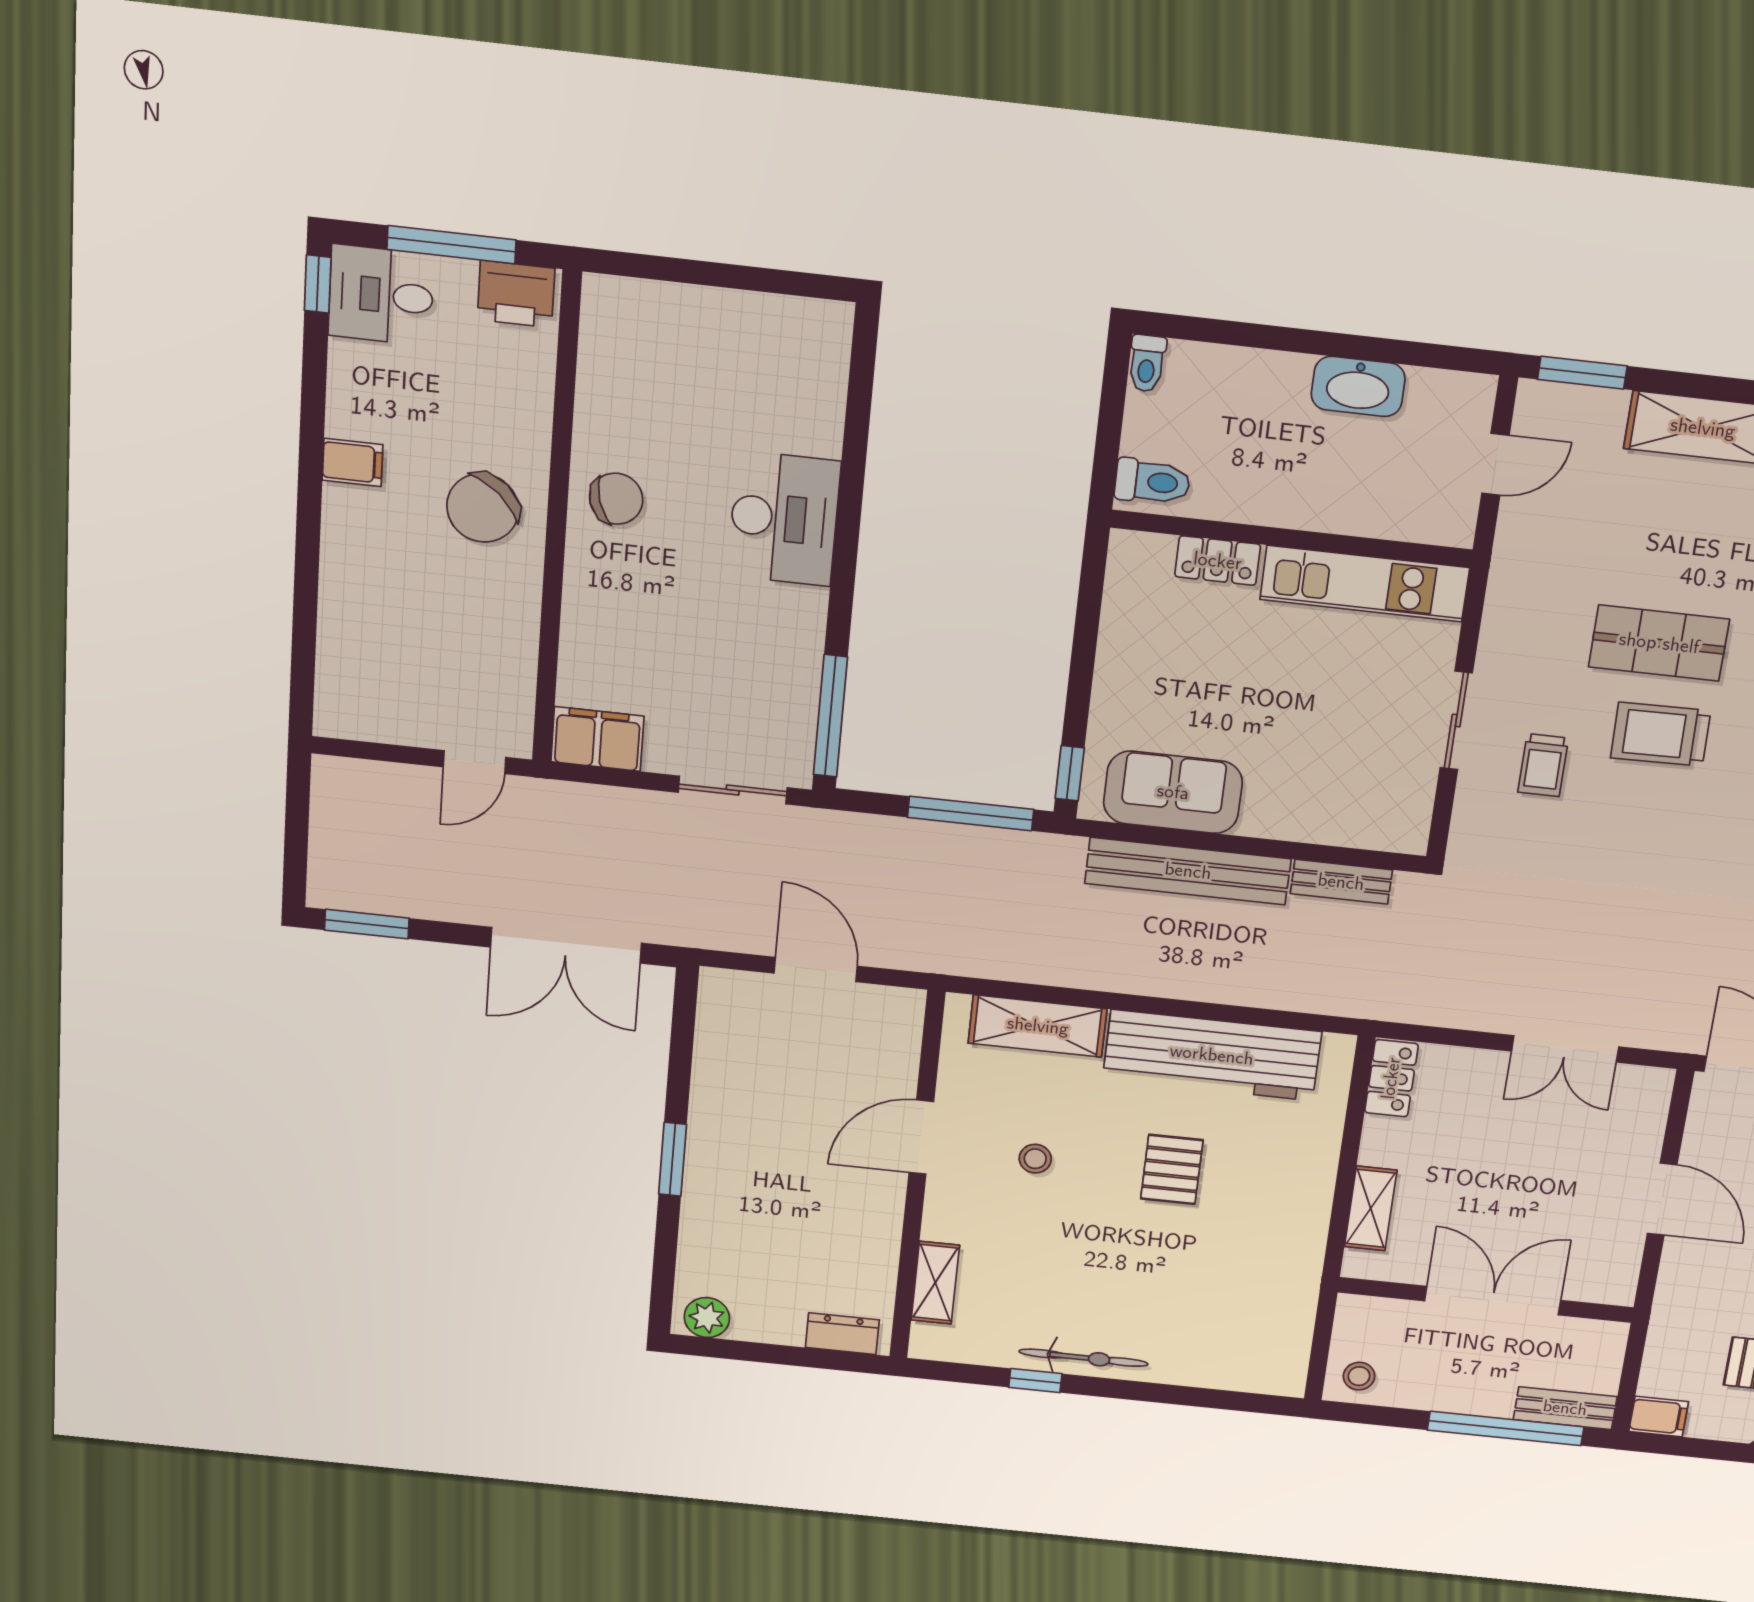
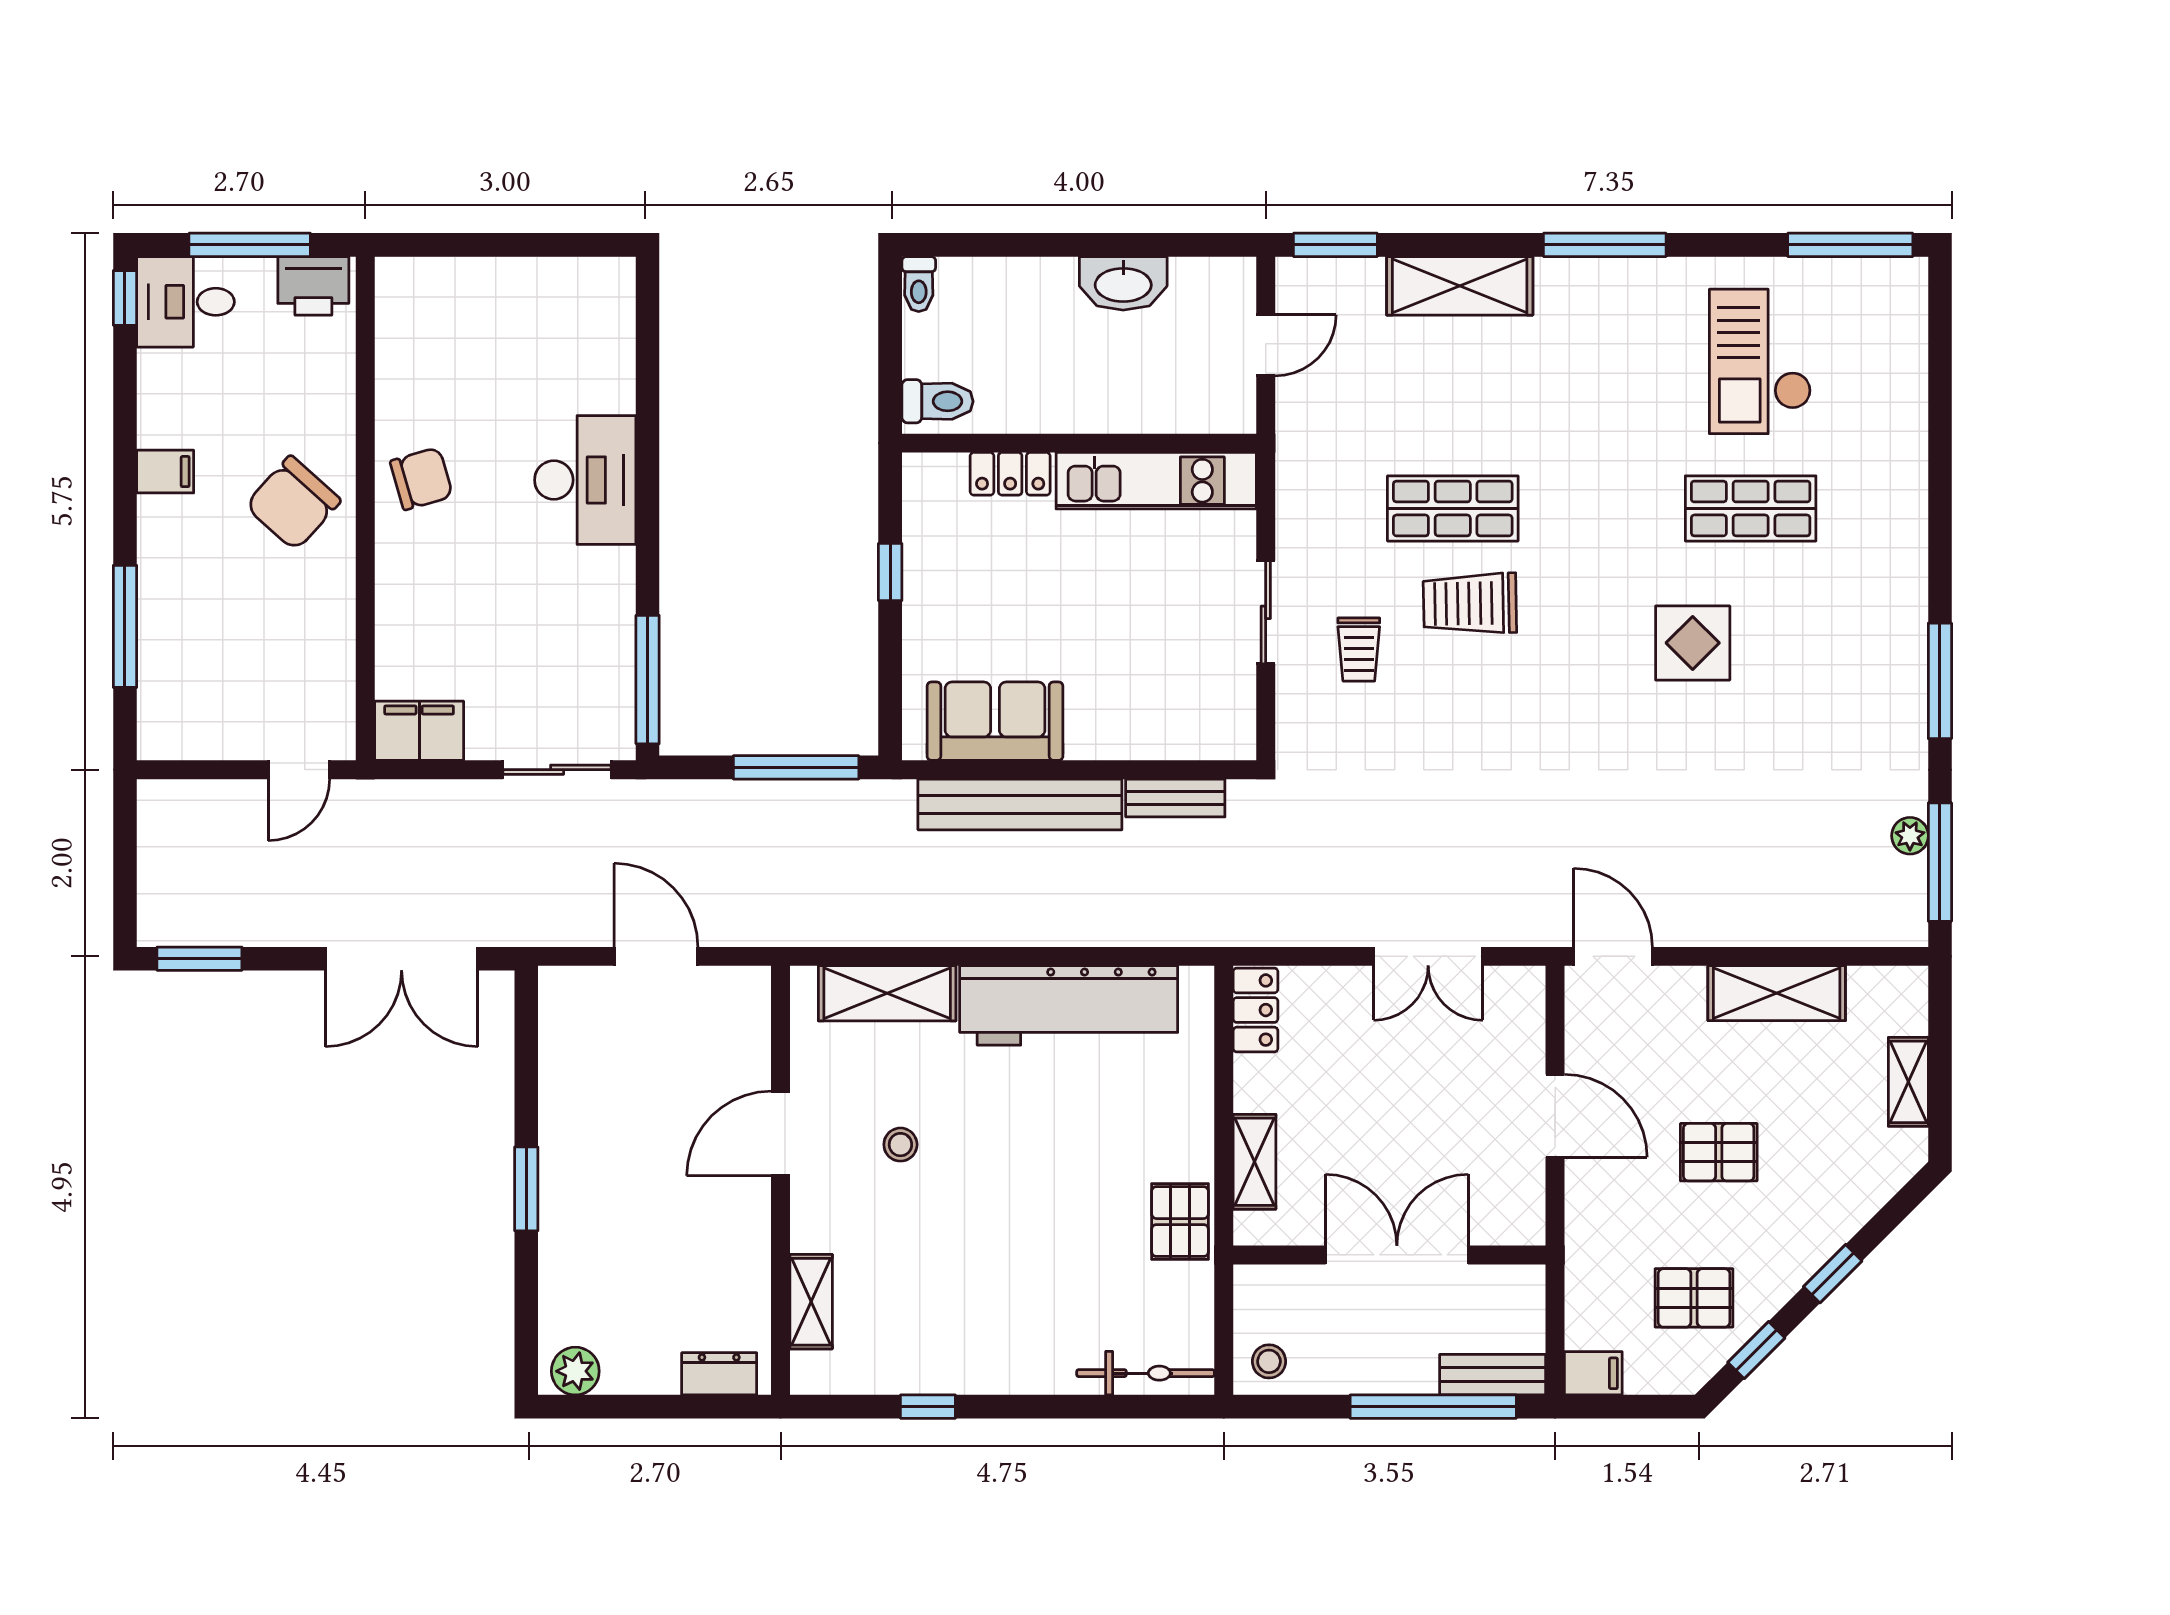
window: (305, 608) -> (125, 626), added
window: (1070, 773) -> (890, 572), moved
pallet: (1172, 1169) -> (1180, 1222), moved
bicycle: (1084, 1358) -> (1146, 1373), moved

